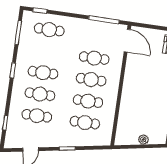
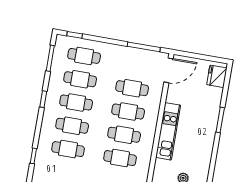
door: (127, 41) -> (169, 70), hinge flipped
cafe table: (46, 51) -> (80, 79), added
kitchen unit: (128, 97) -> (168, 131), added

